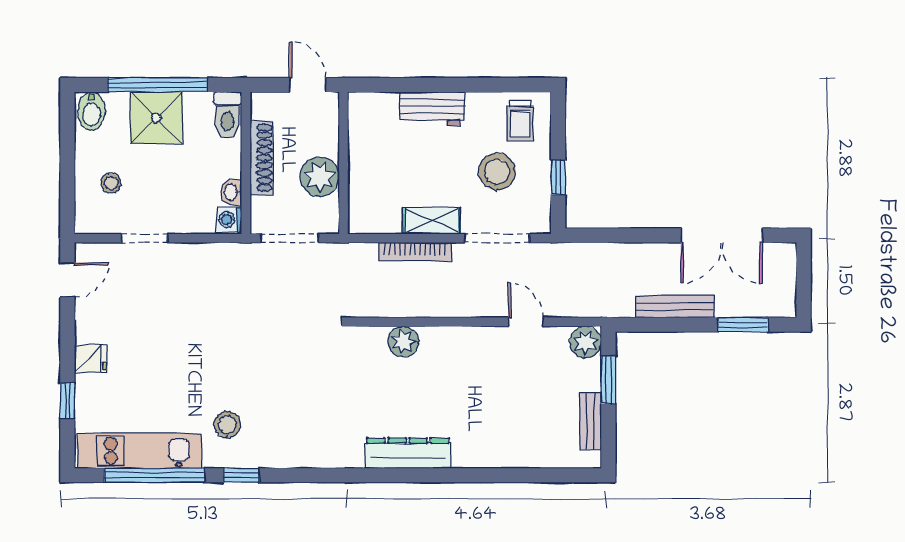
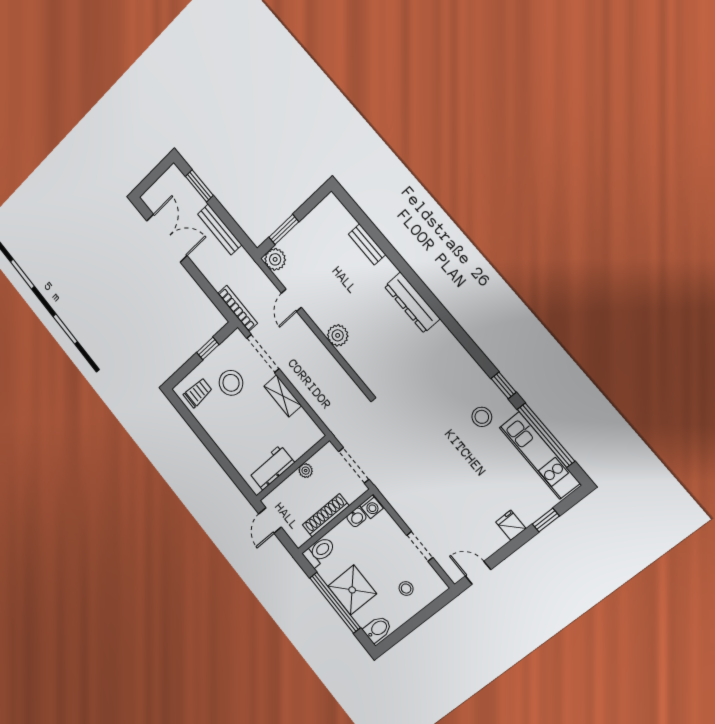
workbench: (432, 109) -> (272, 467), moved, turned -90
plant: (320, 177) -> (306, 471), width x0.53, depth x0.53
bookcase: (415, 252) -> (238, 308), moved
plant: (403, 341) -> (338, 335), moved
bench: (591, 421) -> (367, 244), moved, turned 90

